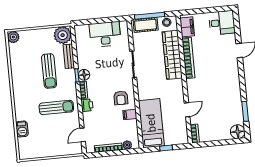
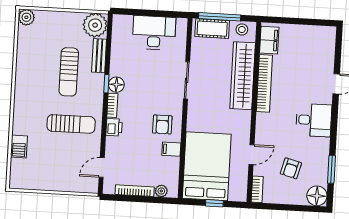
desk: (222, 23) -> (314, 120), moved
armchair: (216, 115) -> (291, 168), added
bed: (151, 123) -> (207, 166), width x1.50

